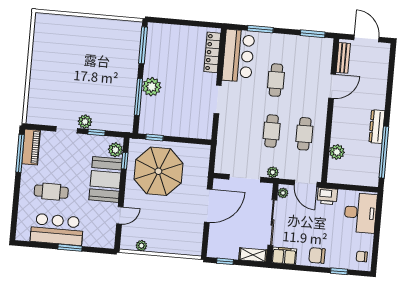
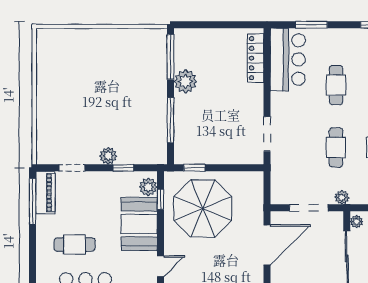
plant: (152, 87) -> (185, 81), moved
doorway: (218, 99) -> (267, 134), moved
doorway: (67, 130) -> (72, 168), moved

